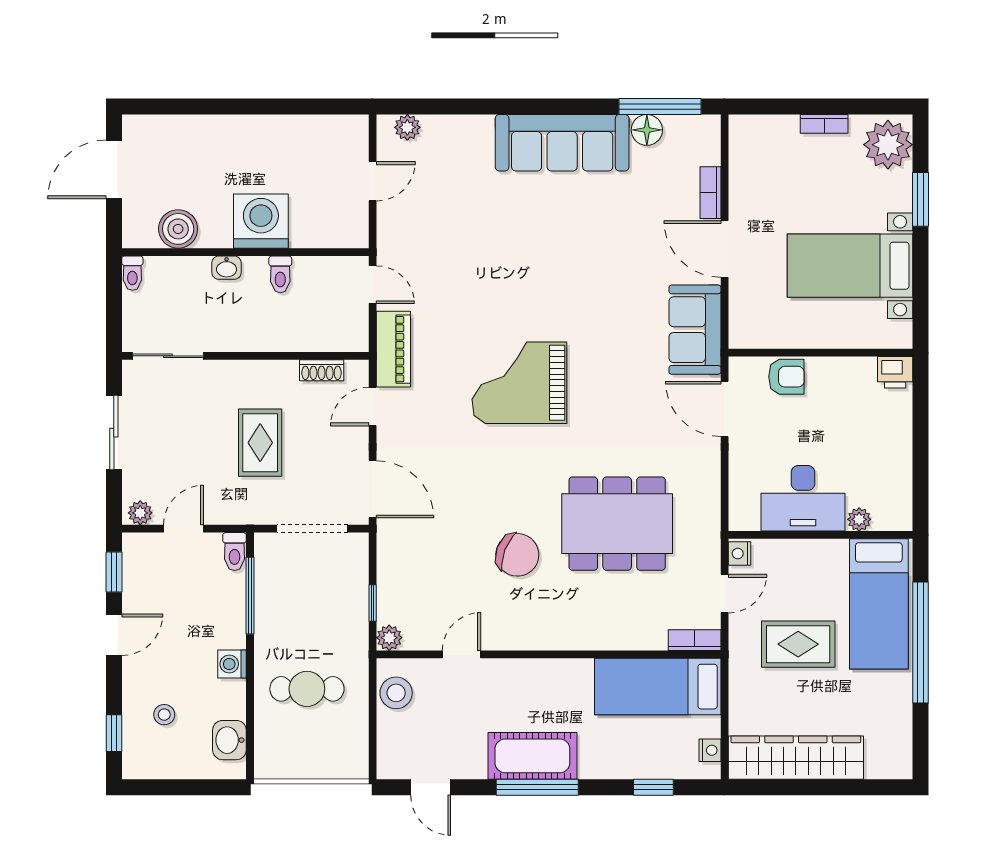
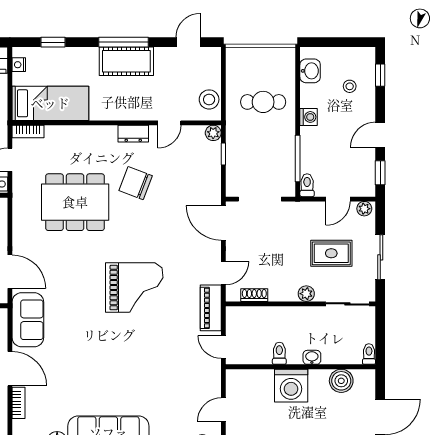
plant: (236, 373) -> (306, 294), added
rug: (260, 443) -> (331, 253), moved, turned 90
dresser: (521, 637) -> (133, 134), added
door: (431, 787) -> (188, 42), hinge flipped

